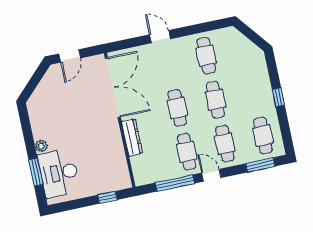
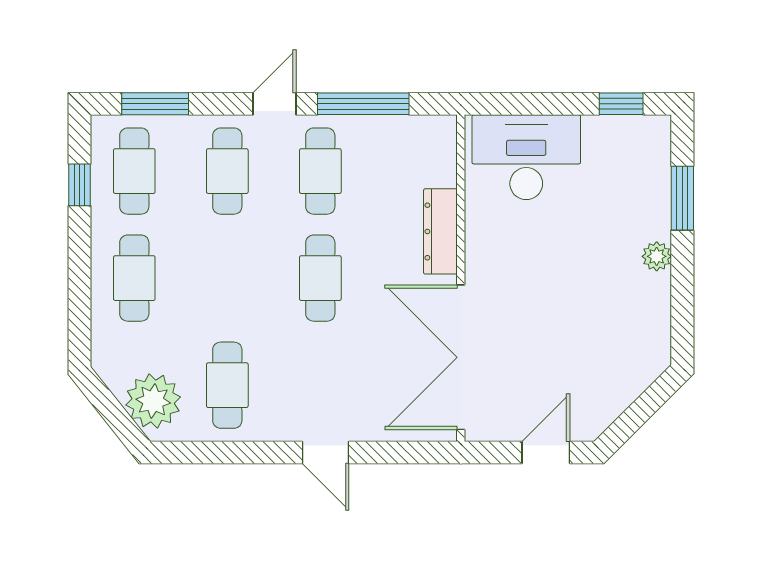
plant: (235, 43) -> (153, 401), added
window: (278, 97) -> (80, 185), moved
cafe table: (215, 100) -> (134, 278), moved
desk: (59, 173) -> (526, 157), moved, turned -90
door: (211, 175) -> (274, 104), swing flipped
window: (107, 197) -> (621, 104), moved

